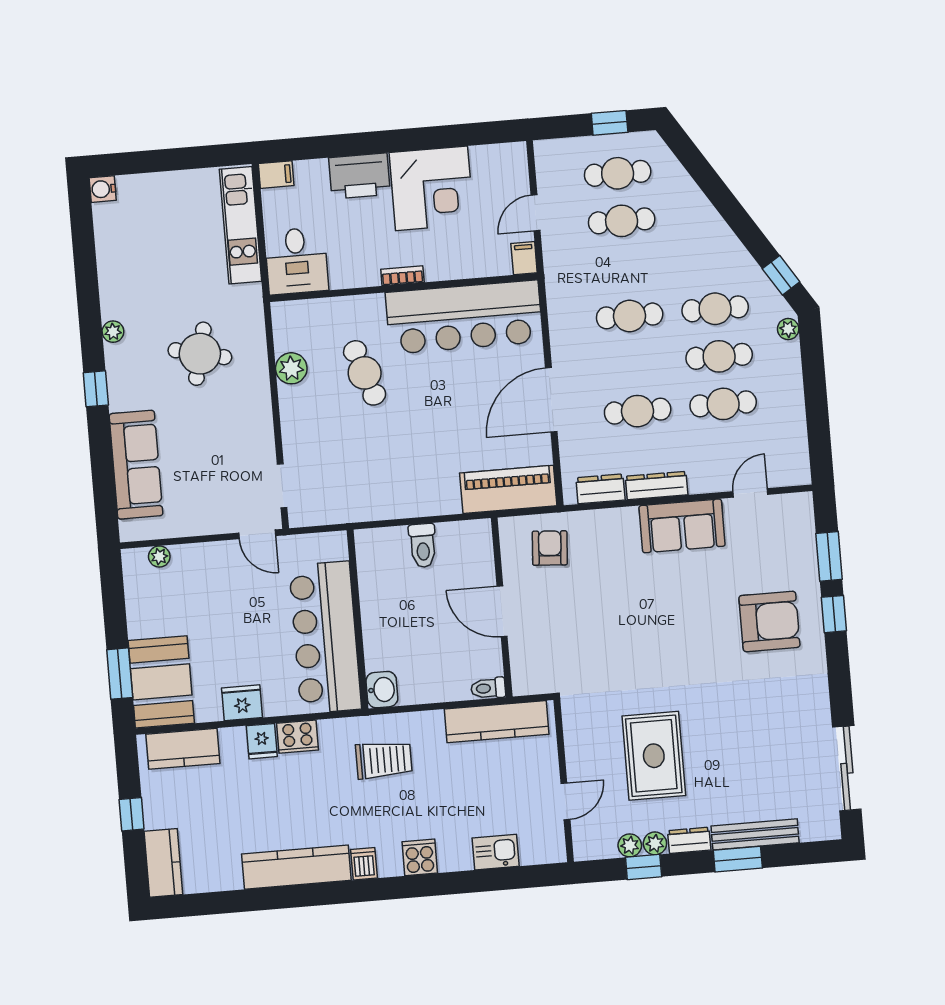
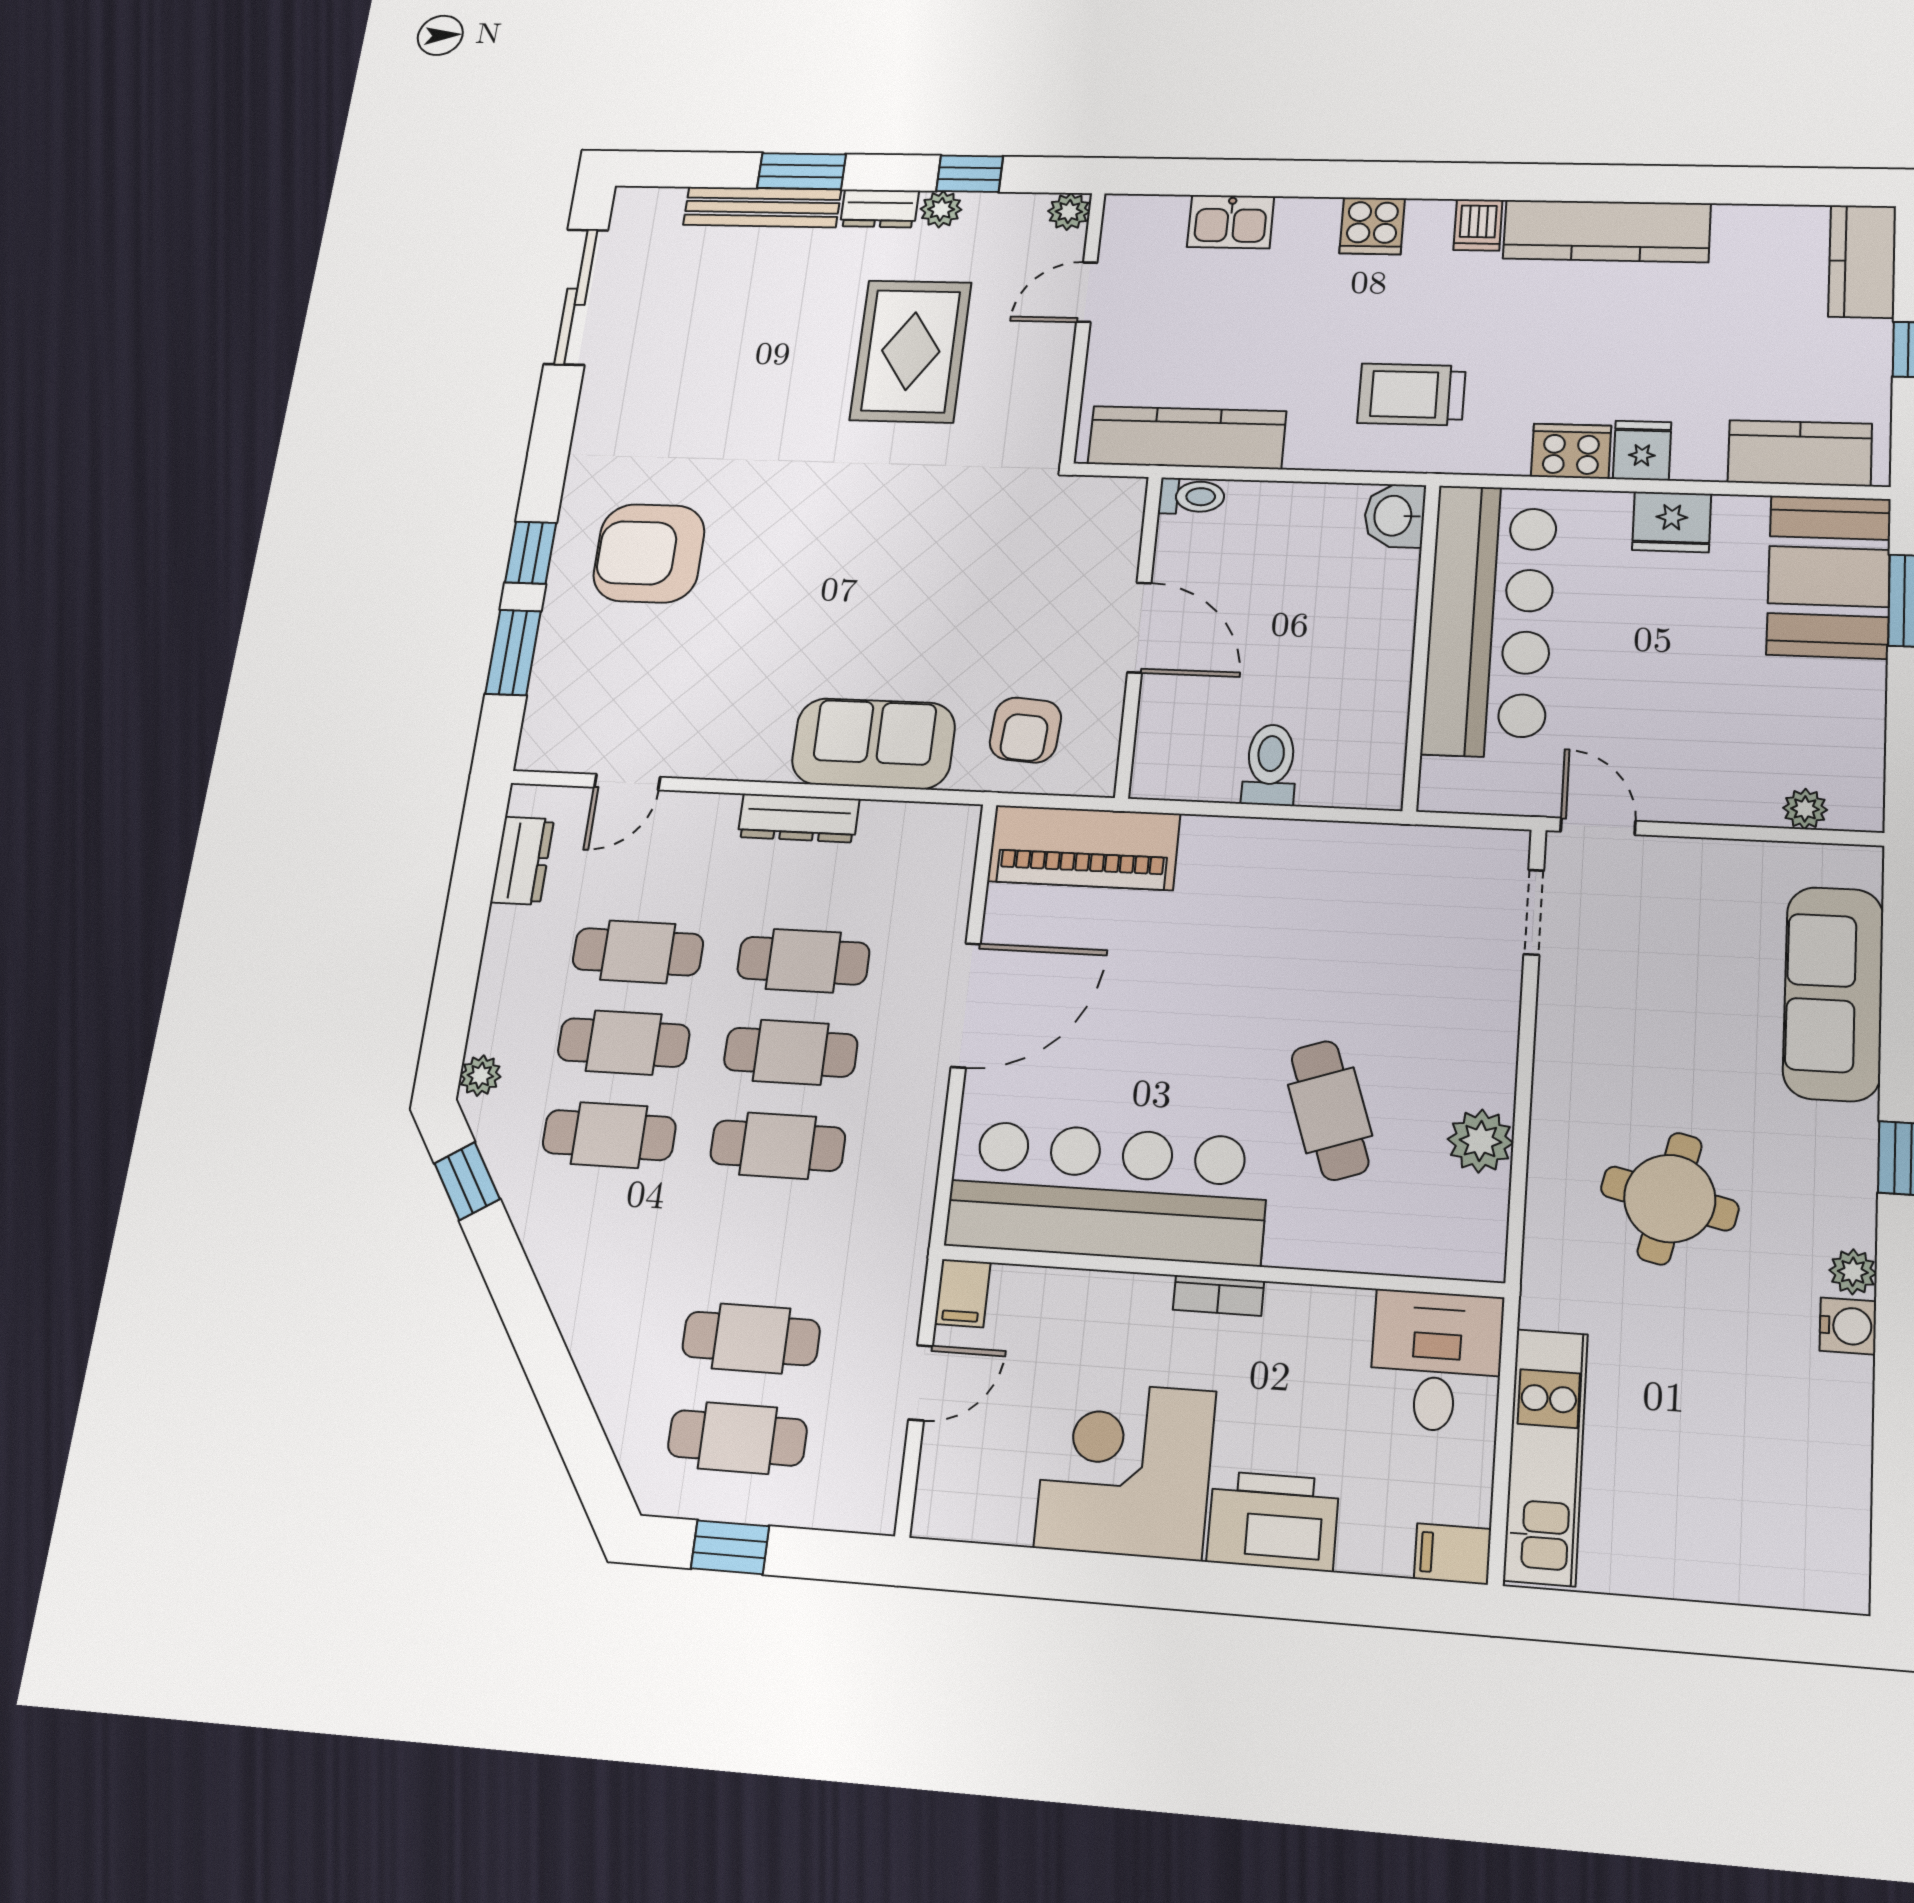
water cooler: (103, 189) -> (1848, 1326), moved
cafe table: (634, 364) -> (791, 1052), added
dresser: (601, 489) -> (522, 861), moved, turned -90
sofa: (682, 526) -> (873, 744), moved
plant: (630, 845) -> (1069, 212), moved

